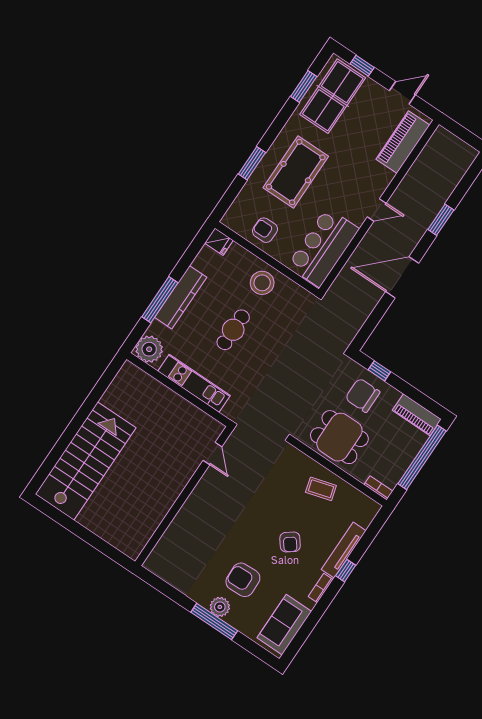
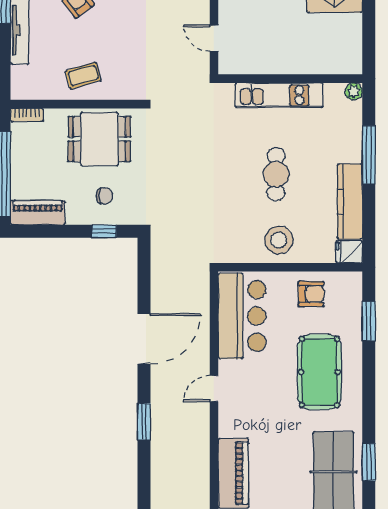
window: (252, 163) -> (369, 321), moved
kitchen counter: (181, 297) -> (350, 201), moved
plant: (149, 349) -> (354, 91), width x0.53, depth x0.53
chair: (363, 395) -> (104, 196), width x0.54, depth x0.54

